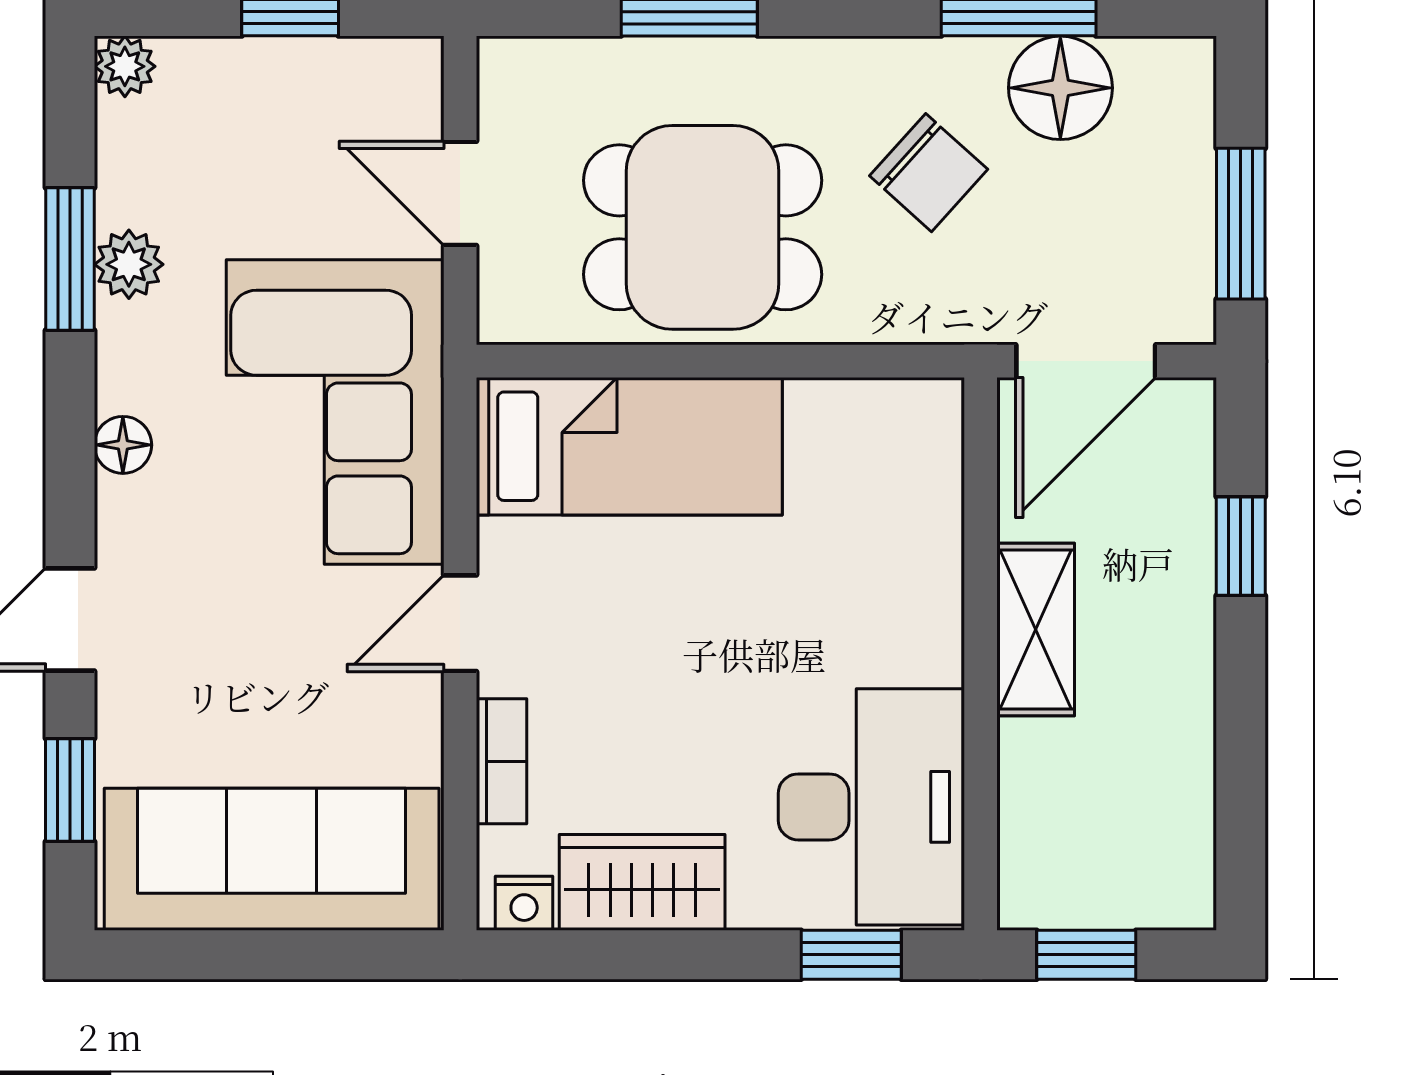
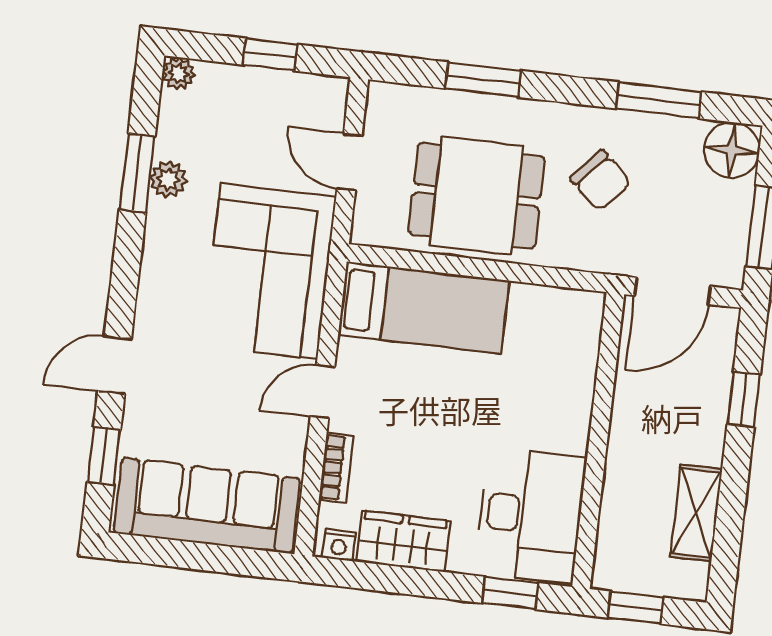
floor lamp: (1060, 88) -> (732, 150), moved
floor lamp: (123, 445) -> (154, 275), removed
shelving: (1036, 629) -> (696, 513), moved

